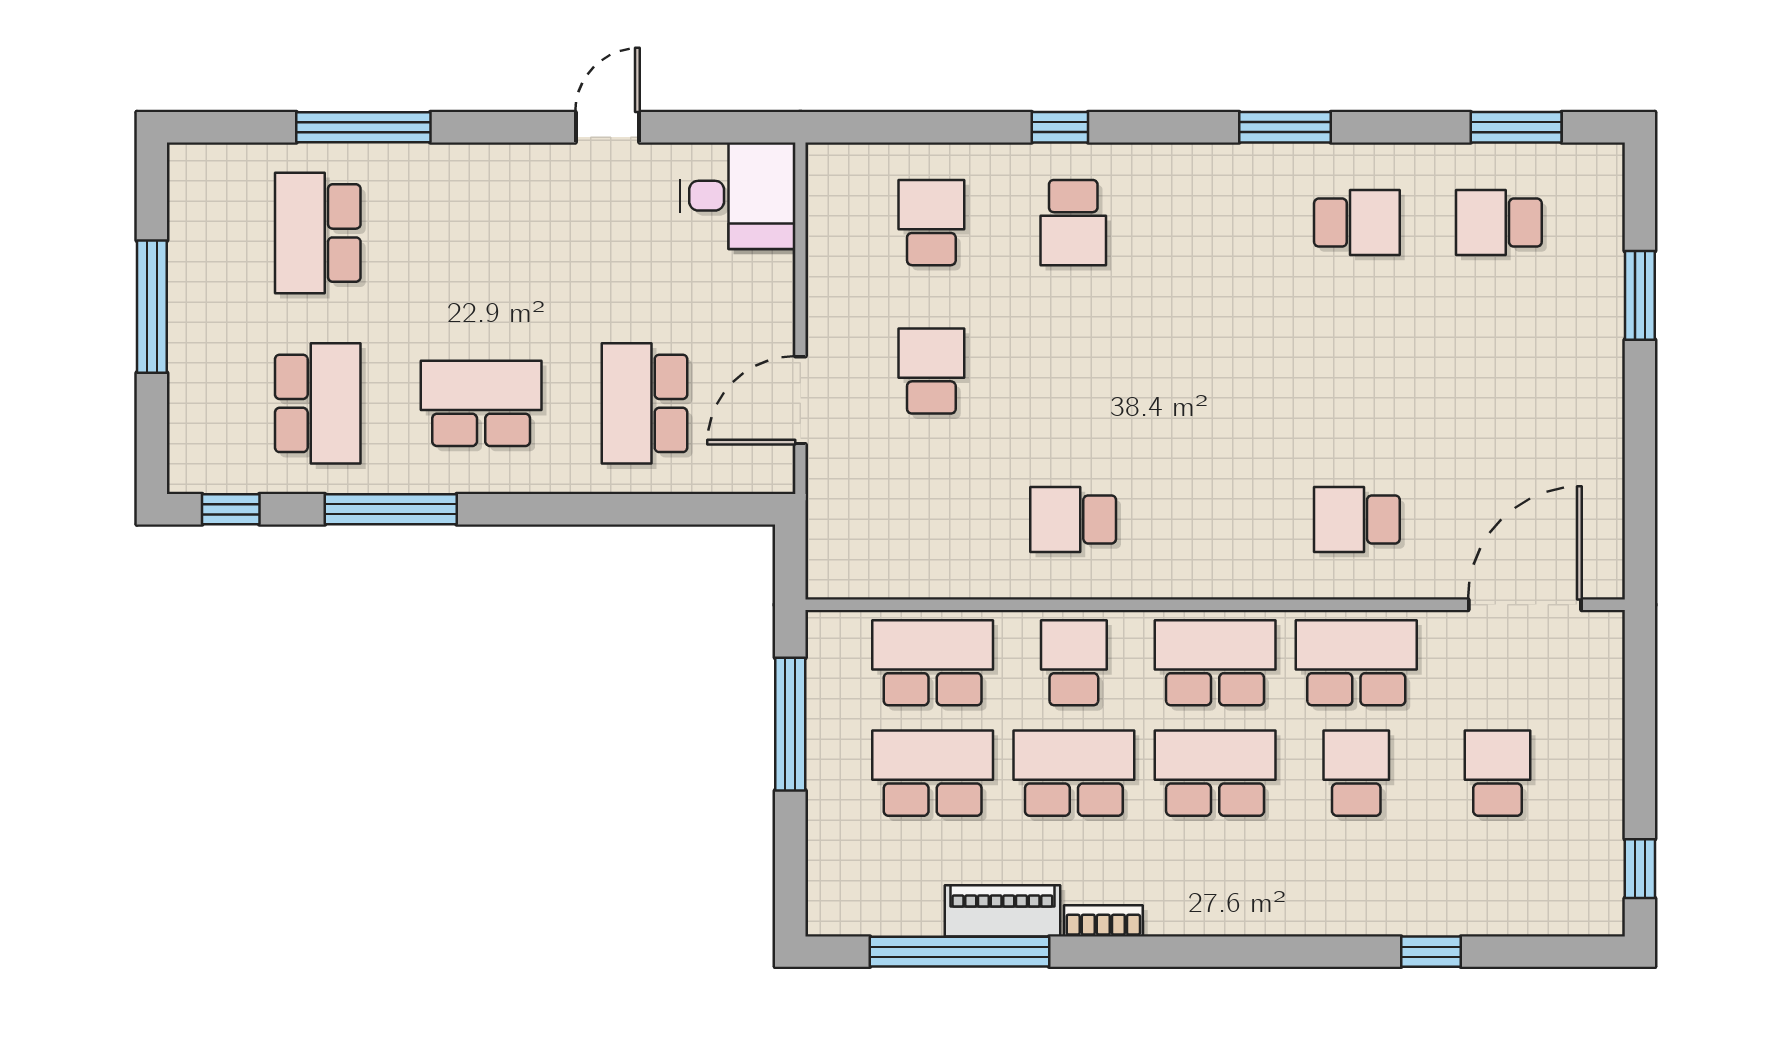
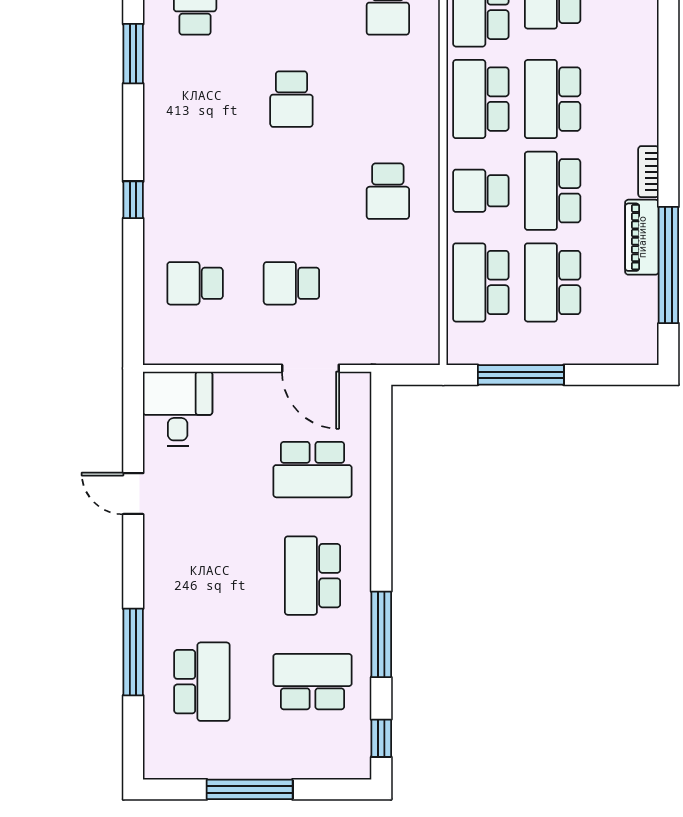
school desk: (1073, 223) -> (291, 99), moved, turned 90
school desk: (318, 233) -> (202, 682), turned -90

